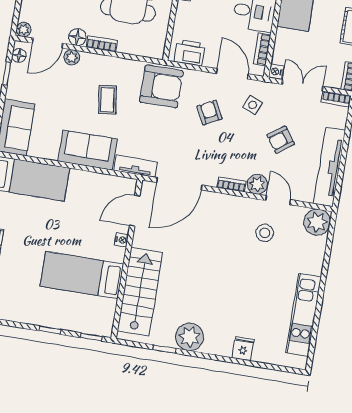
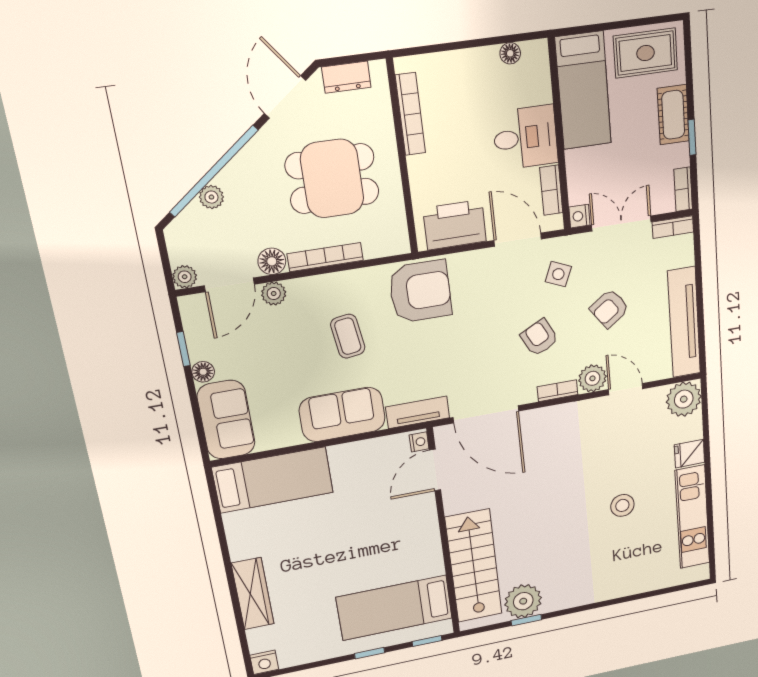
bookcase: (102, 44) -> (325, 257), width x1.56
printer: (190, 53) -> (455, 225), width x1.37, depth x1.19
floor lamp: (19, 56) -> (203, 372), moved
armchair: (210, 113) -> (539, 338), moved
door: (179, 184) -> (486, 414), hinge flipped
stool: (265, 233) -> (622, 505), moved
nightstand: (121, 240) -> (419, 442), moved
bed: (82, 275) -> (395, 608), moved
plant: (190, 337) -> (523, 601), moved
fridge: (243, 349) -> (690, 454), moved, turned -90

